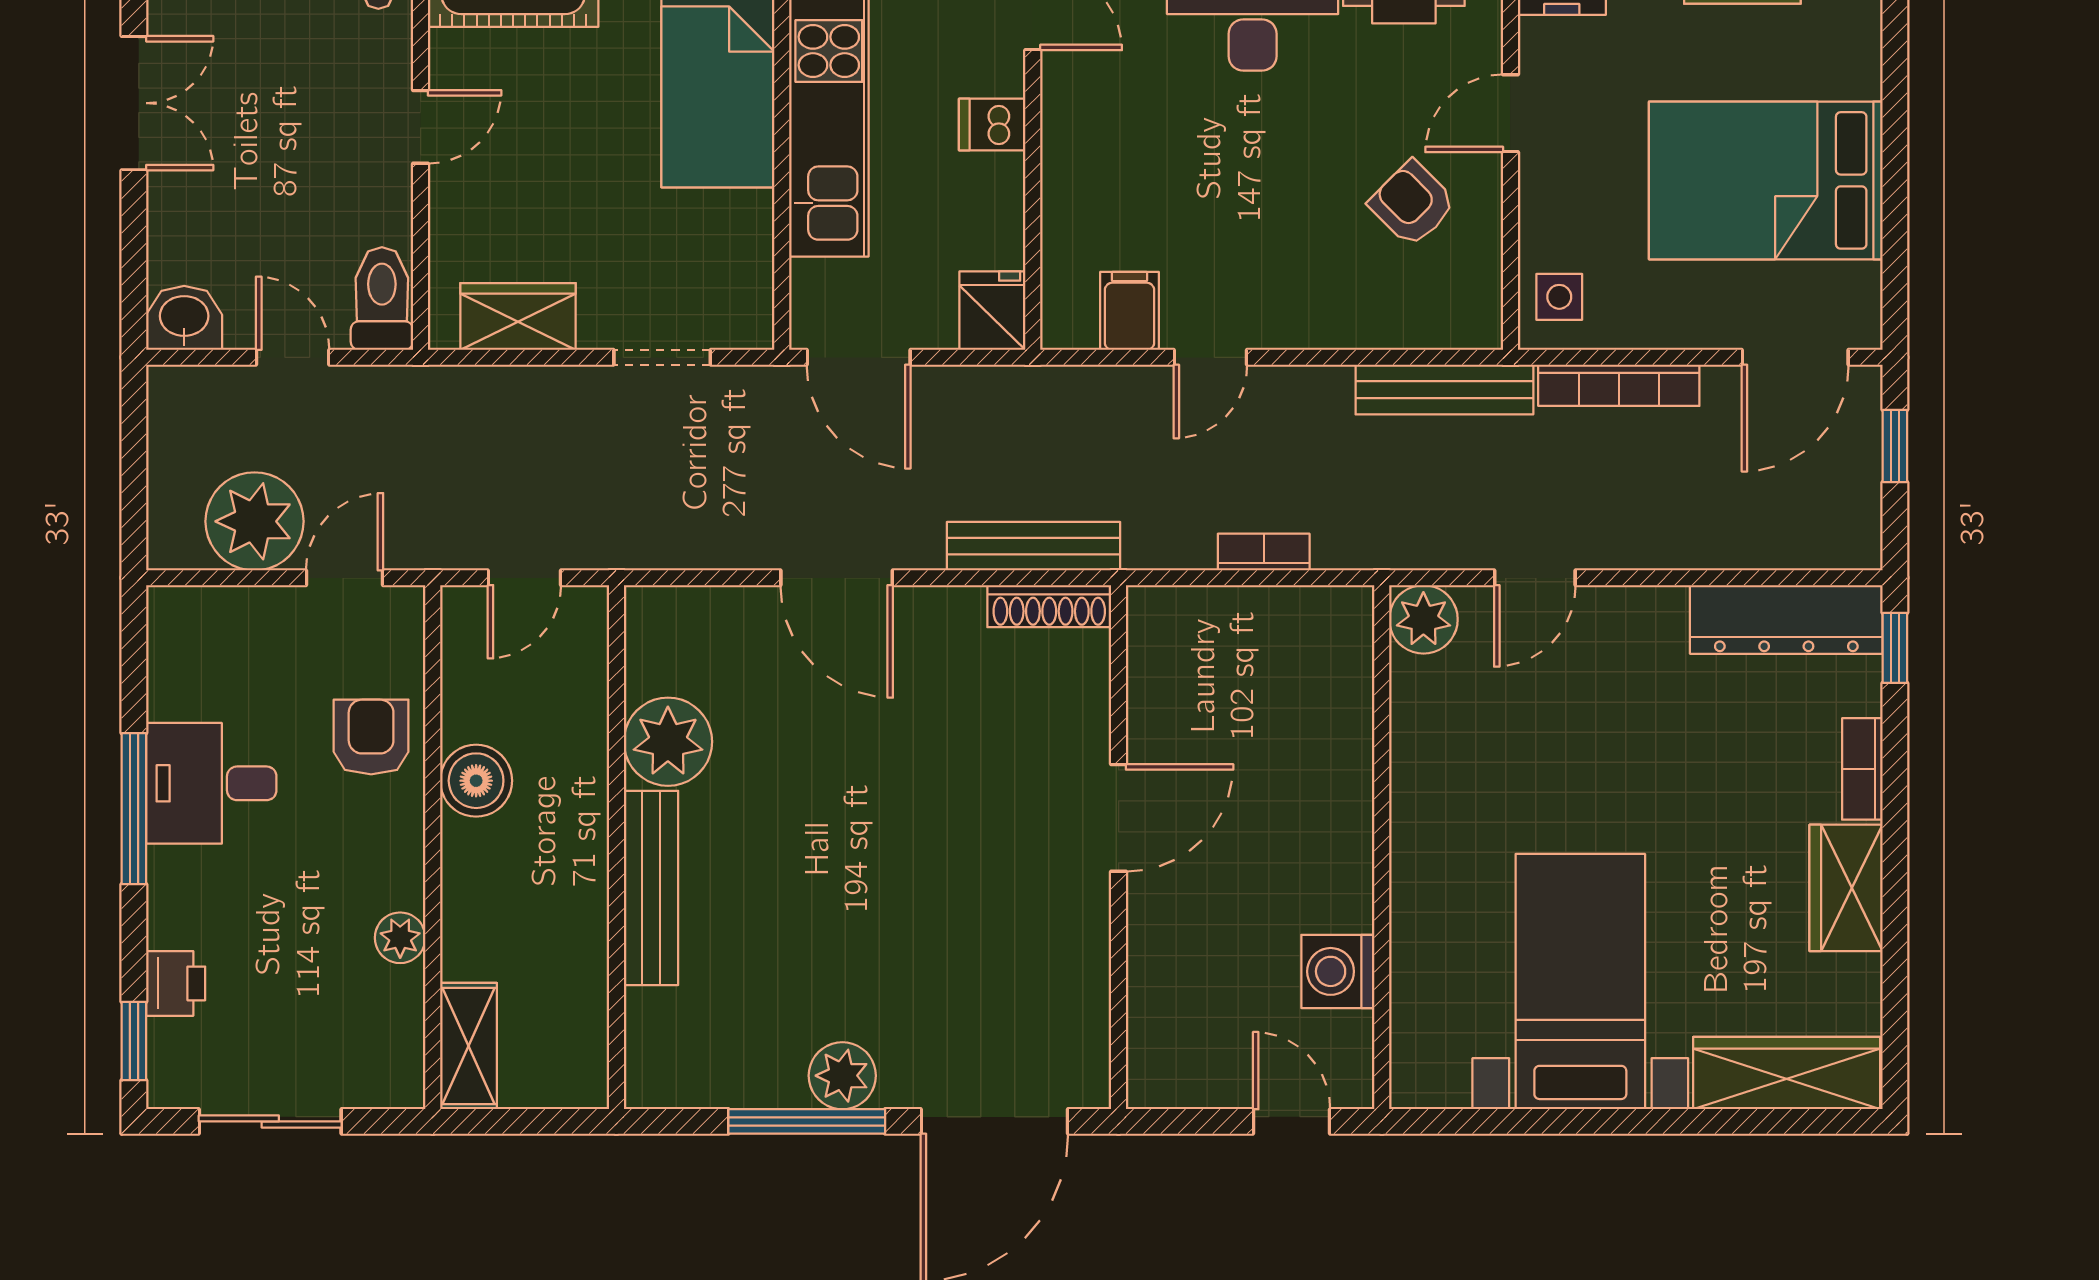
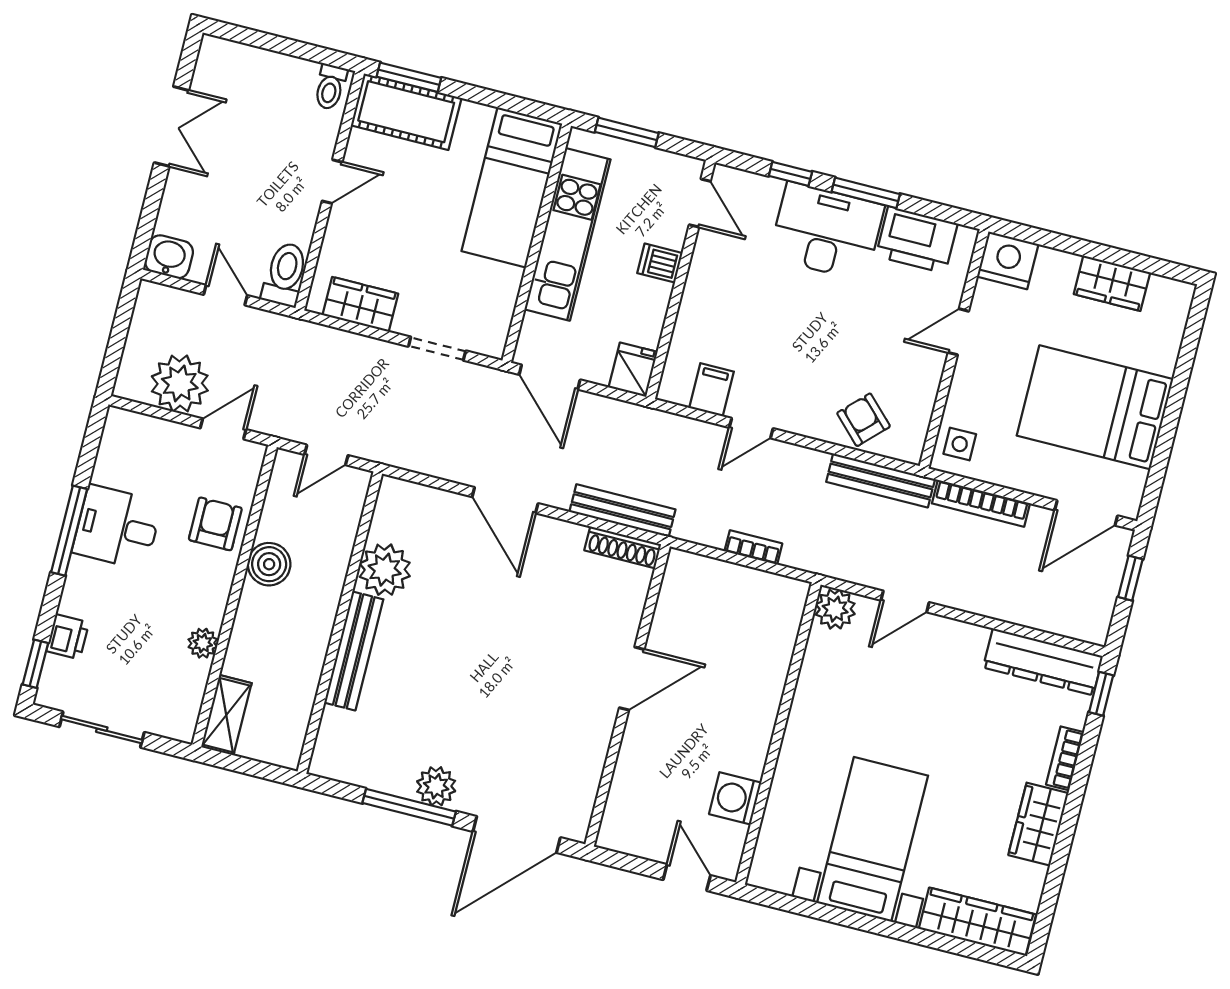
armchair: (1412, 204) -> (864, 420), moved

